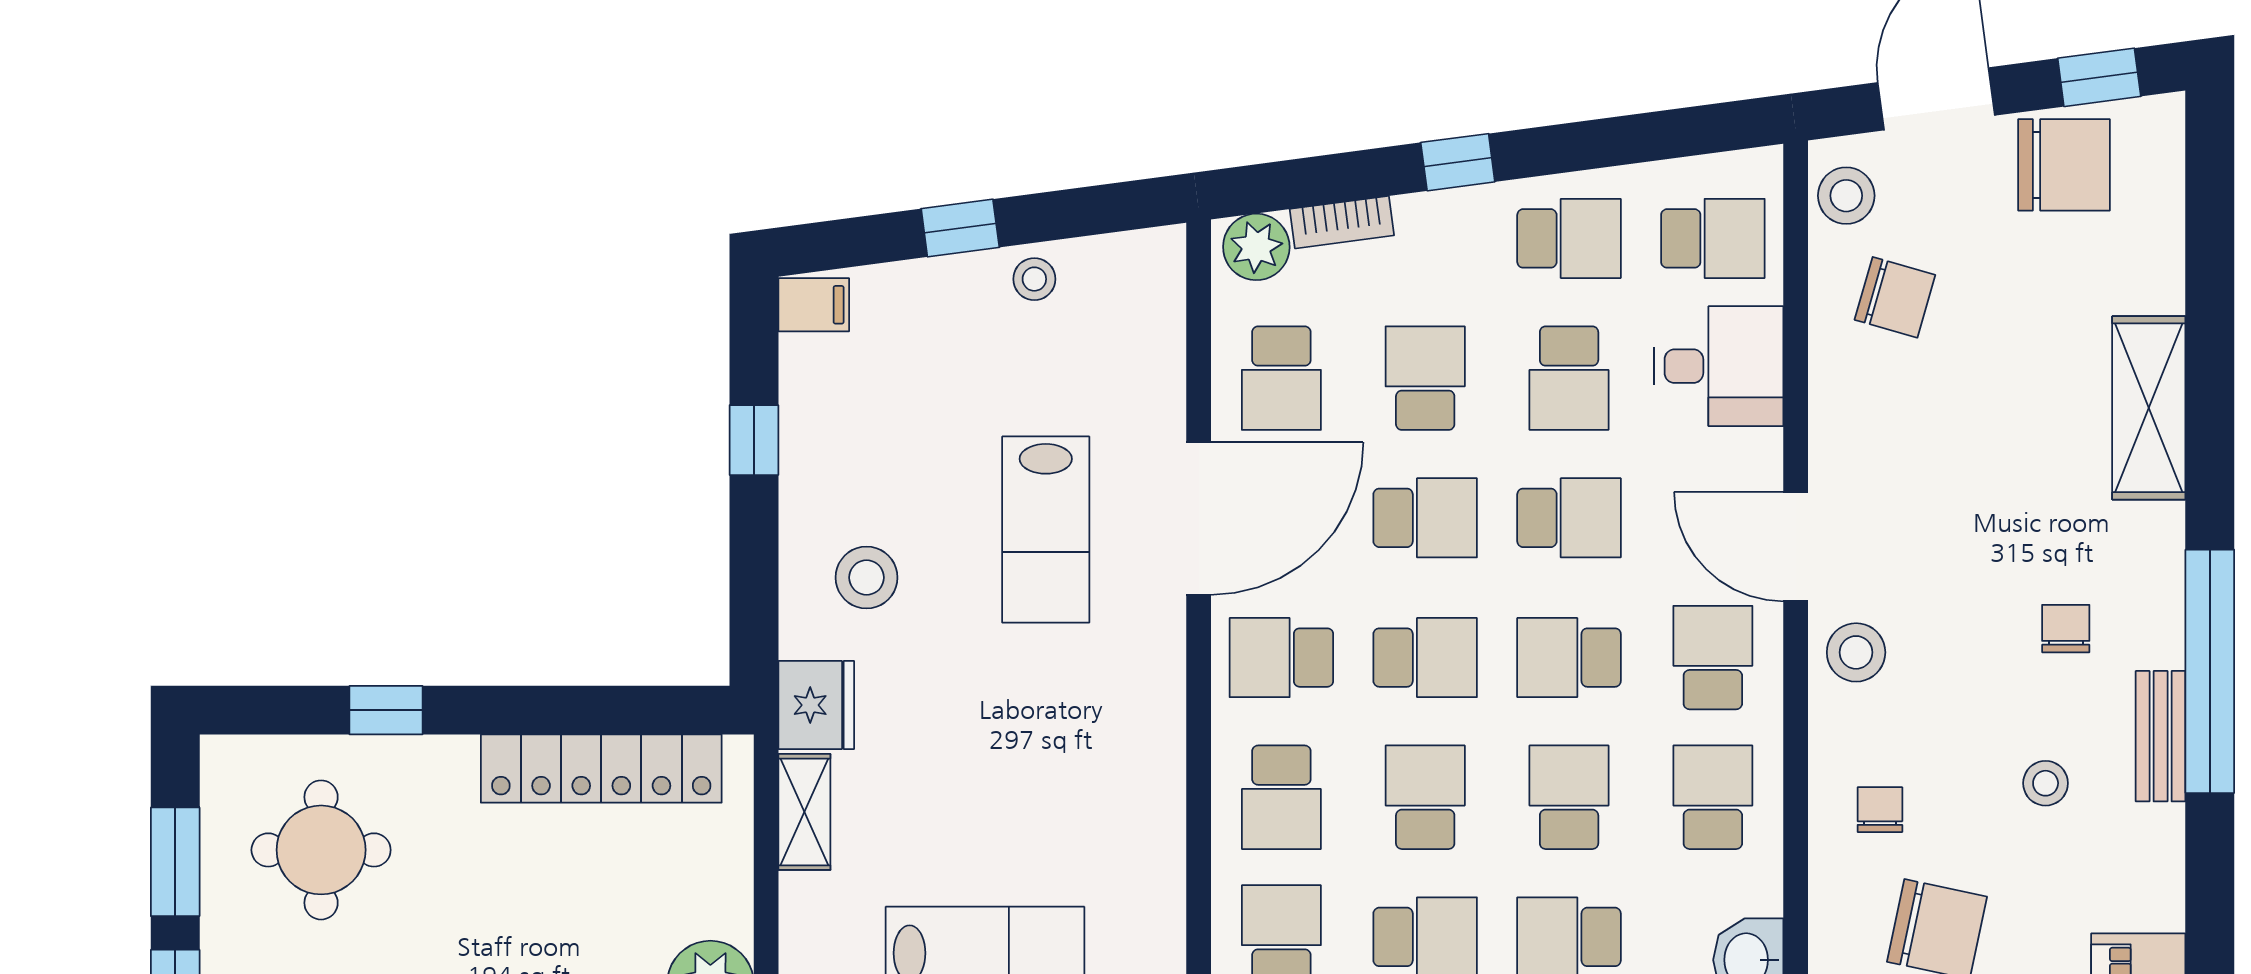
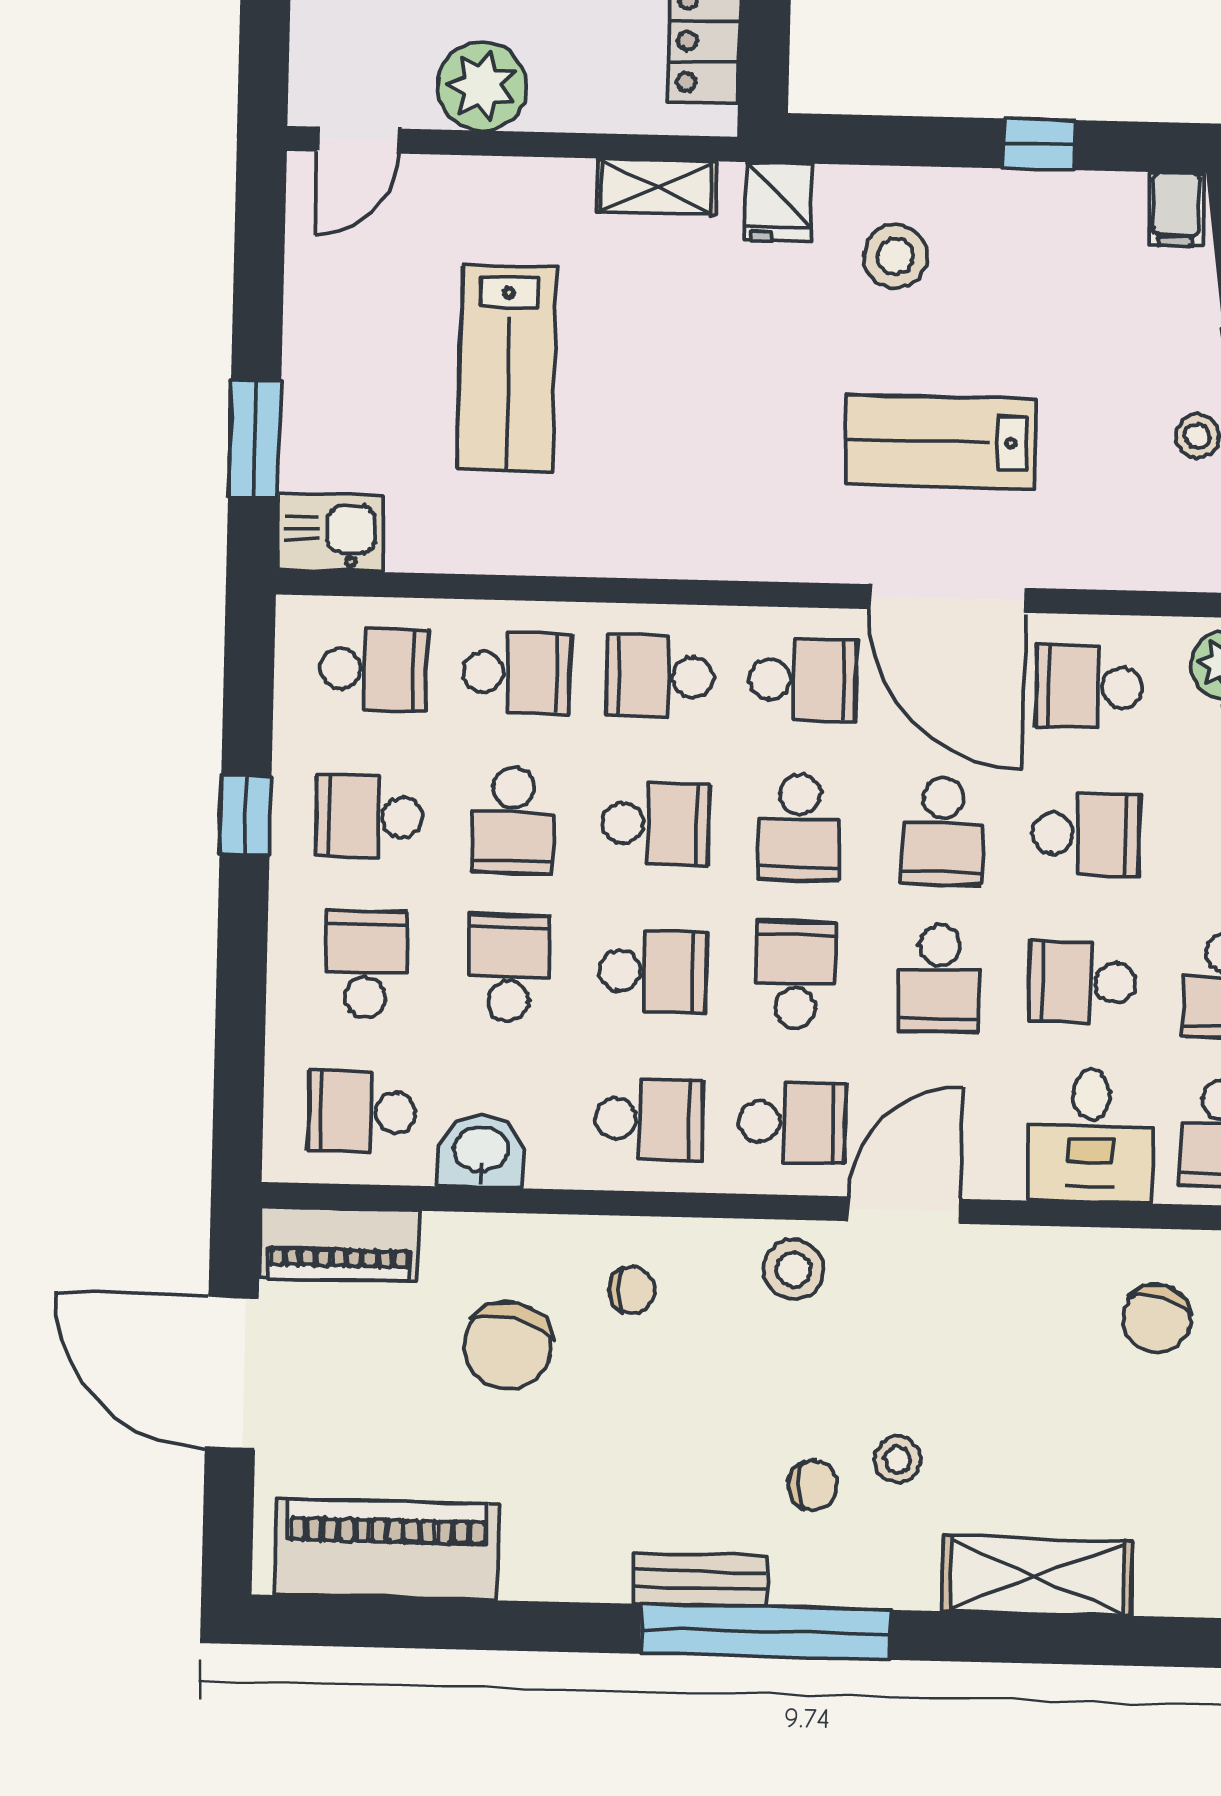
school desk: (1281, 658) -> (803, 680), turned 90
fridge: (816, 705) -> (778, 202), width x0.72
stool: (2046, 783) -> (898, 1460), moved

